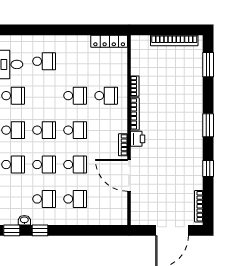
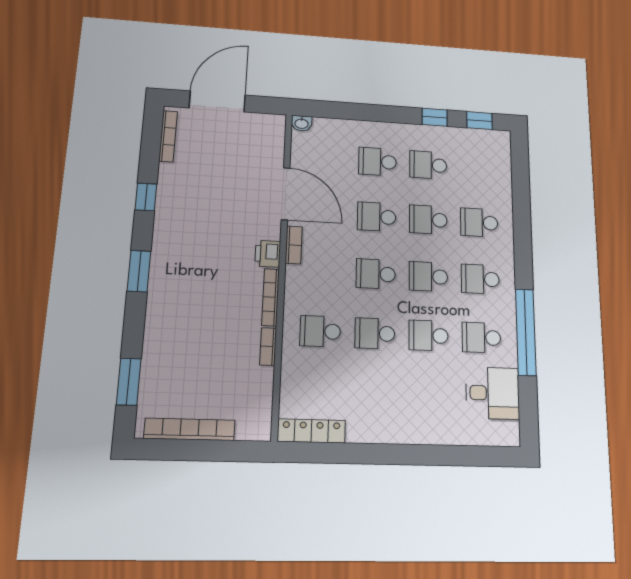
school desk: (44, 61) -> (429, 336), moved
washbasin: (24, 220) -> (302, 123), moved

